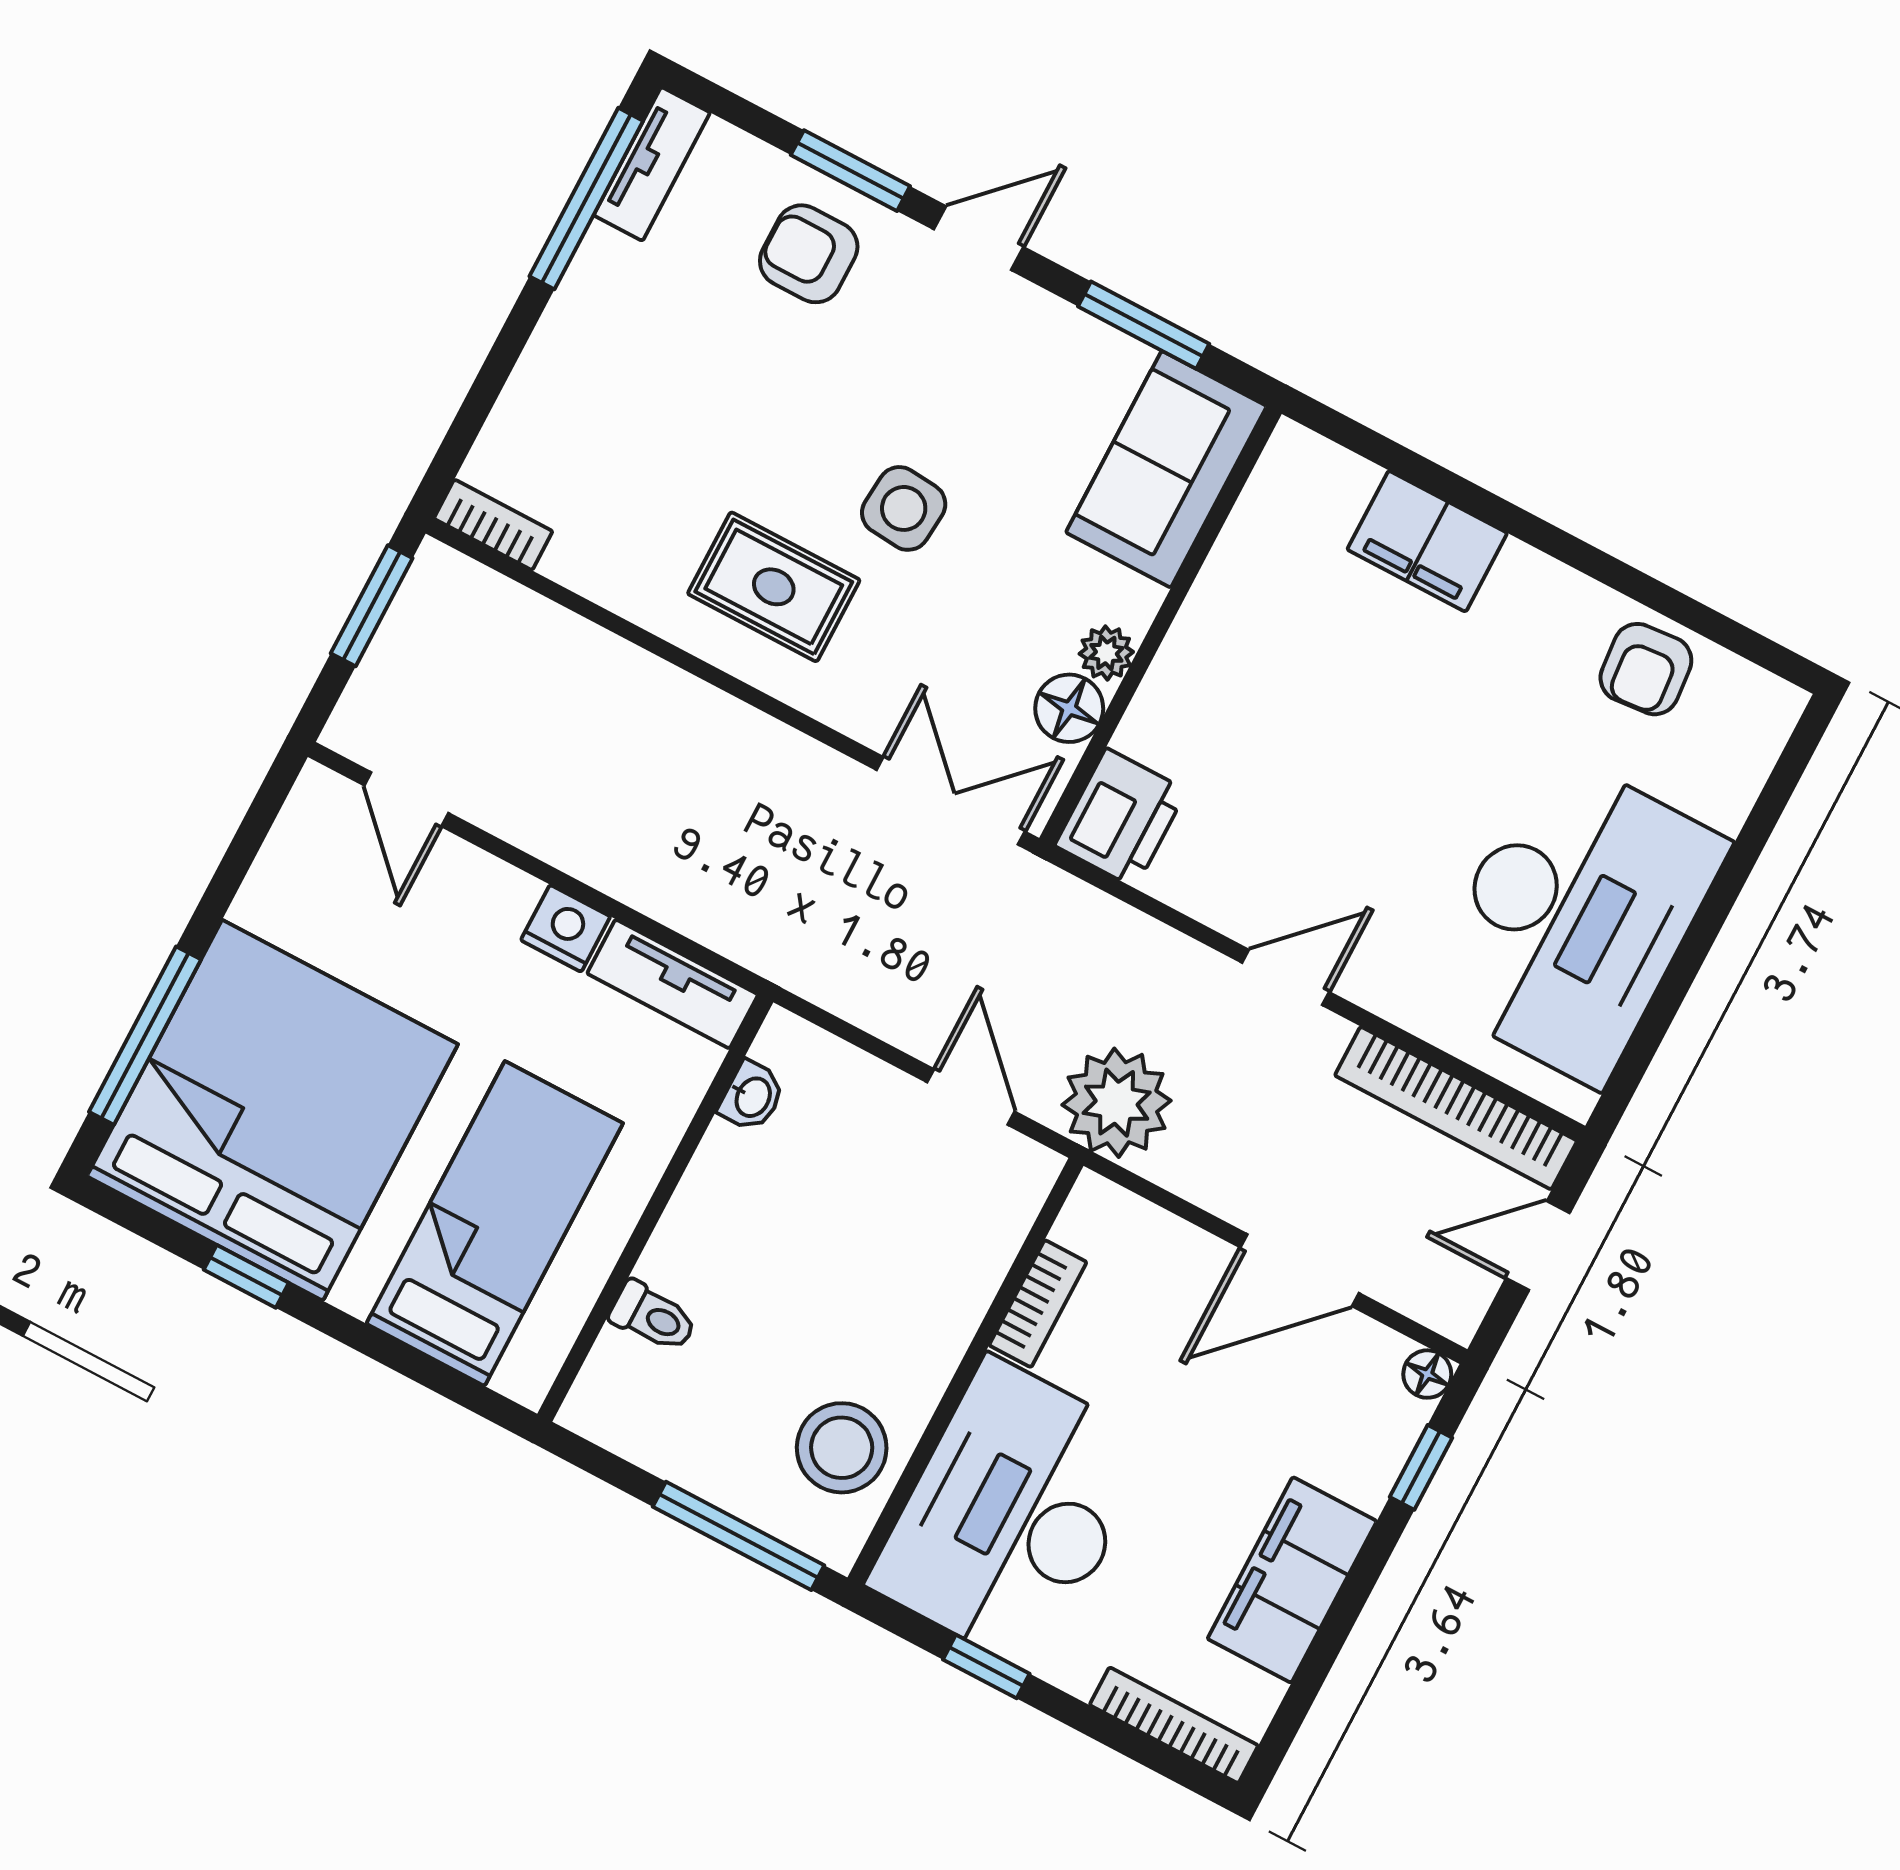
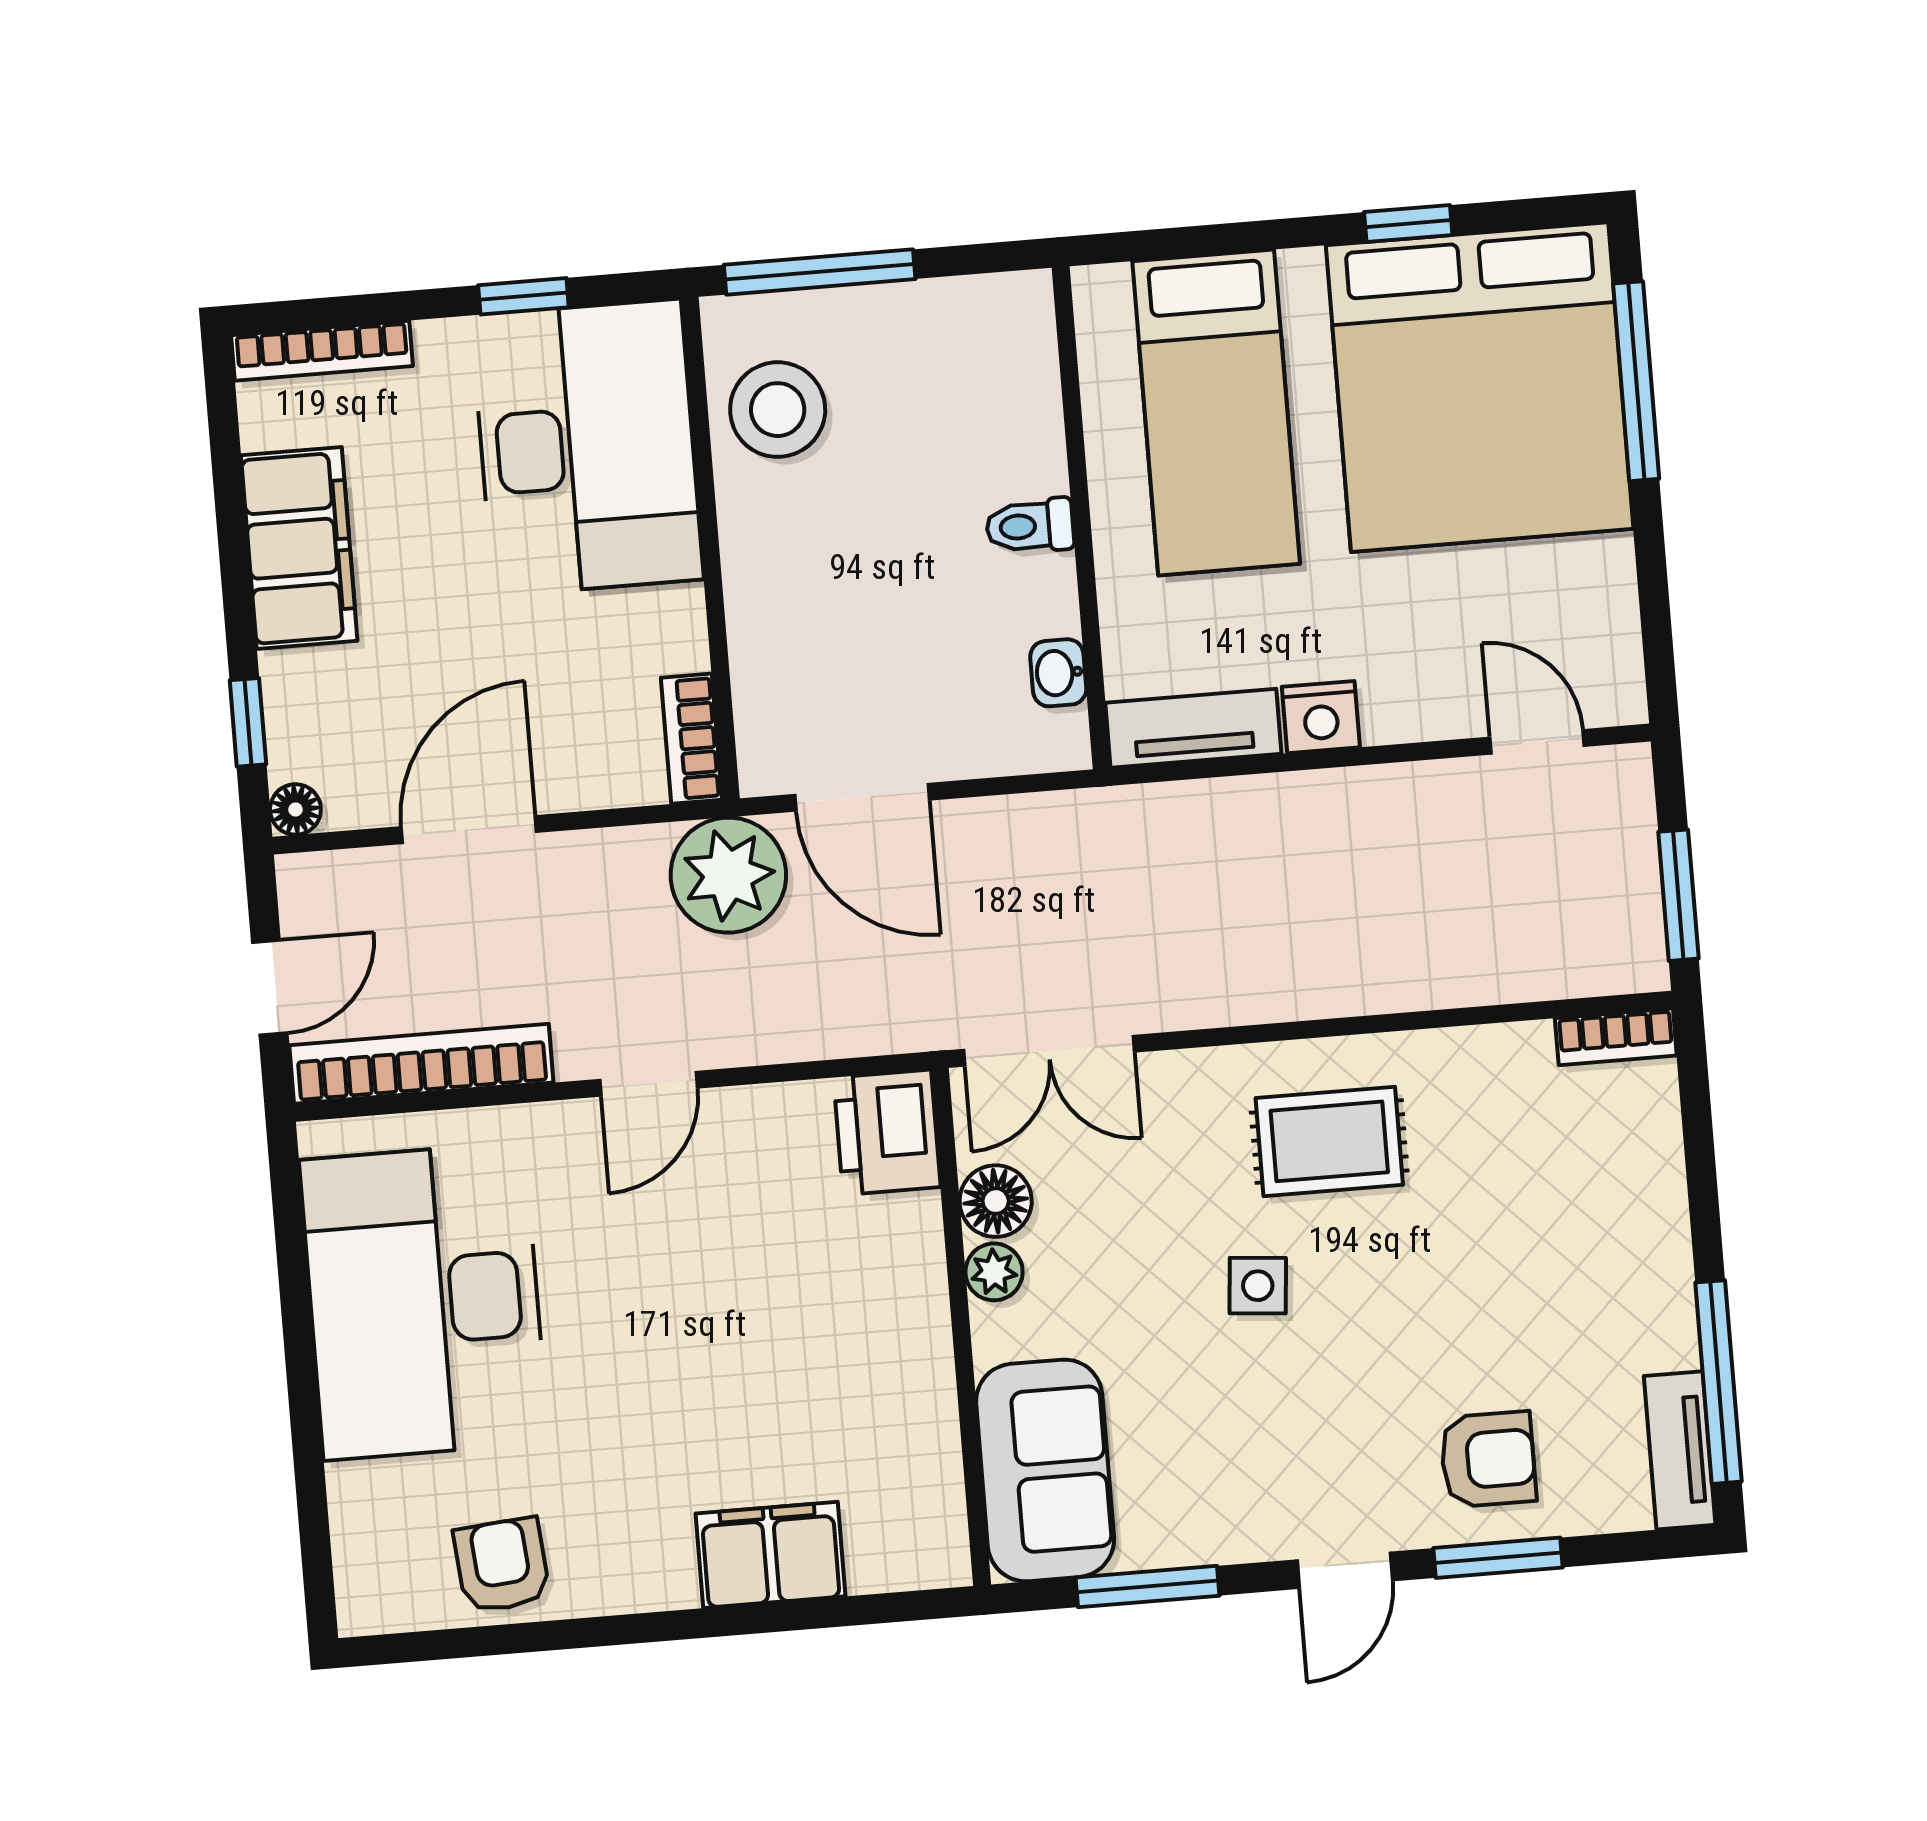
side table: (904, 508) -> (1258, 1286), width x0.73, depth x0.73
door: (971, 1097) -> (862, 797), width x1.38
bookcase: (1038, 1304) -> (691, 739), moved
toilet: (653, 1317) -> (1030, 526), moved

